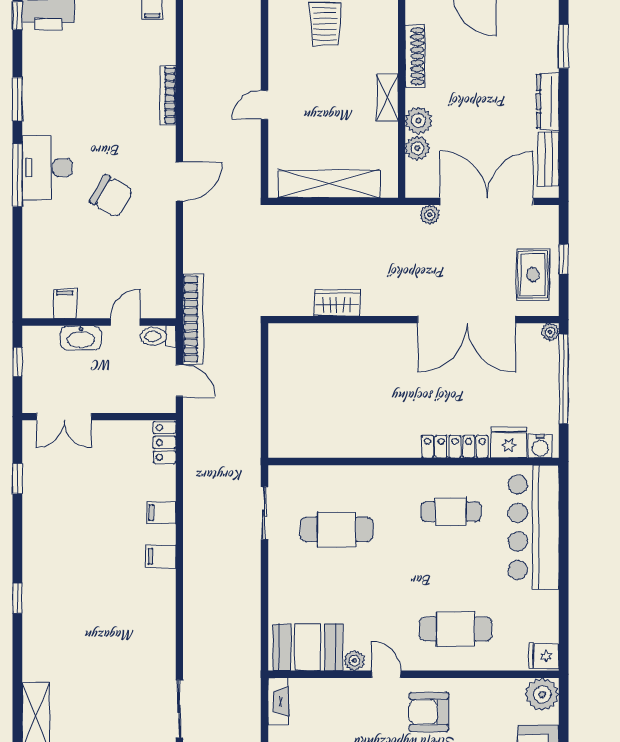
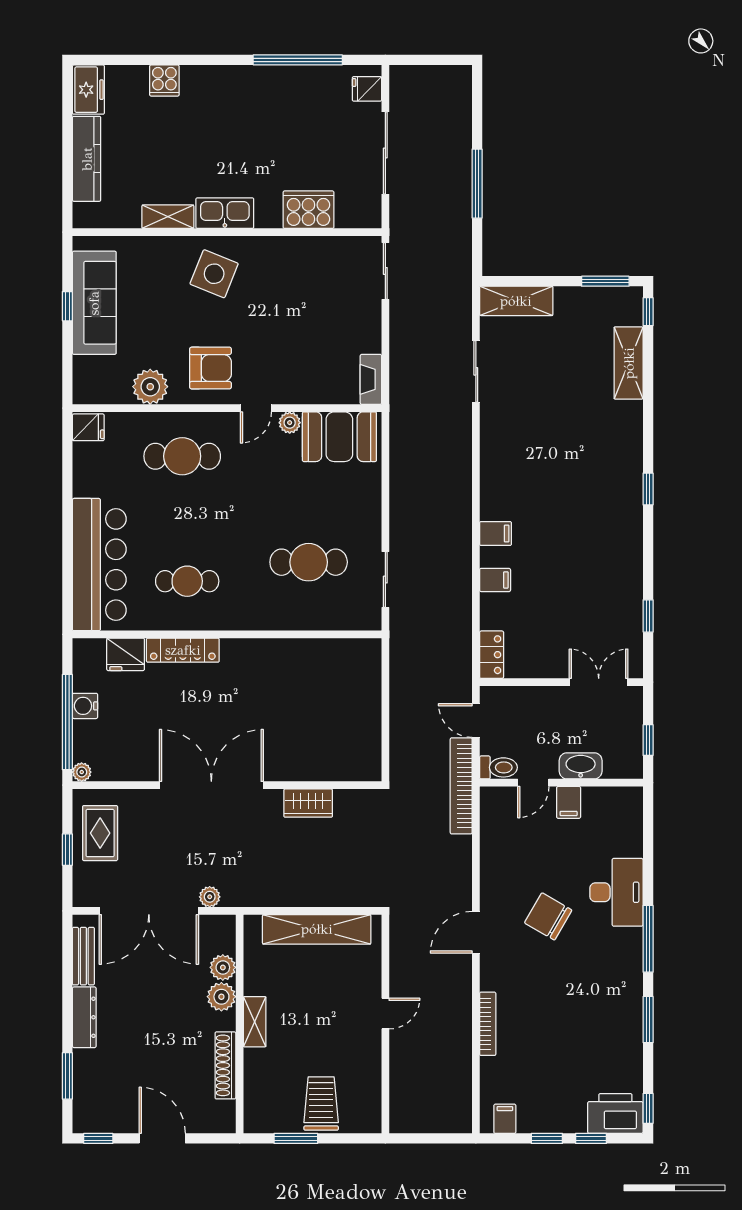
desk: (47, 168) -> (616, 892), moved
filing cabinet: (65, 304) -> (569, 802), moved
double door: (467, 320) -> (211, 785), moved
water cooler: (540, 446) -> (85, 706), moved, turned -90
door: (386, 674) -> (256, 408), hinge flipped
plant: (542, 694) -> (150, 387), moved

